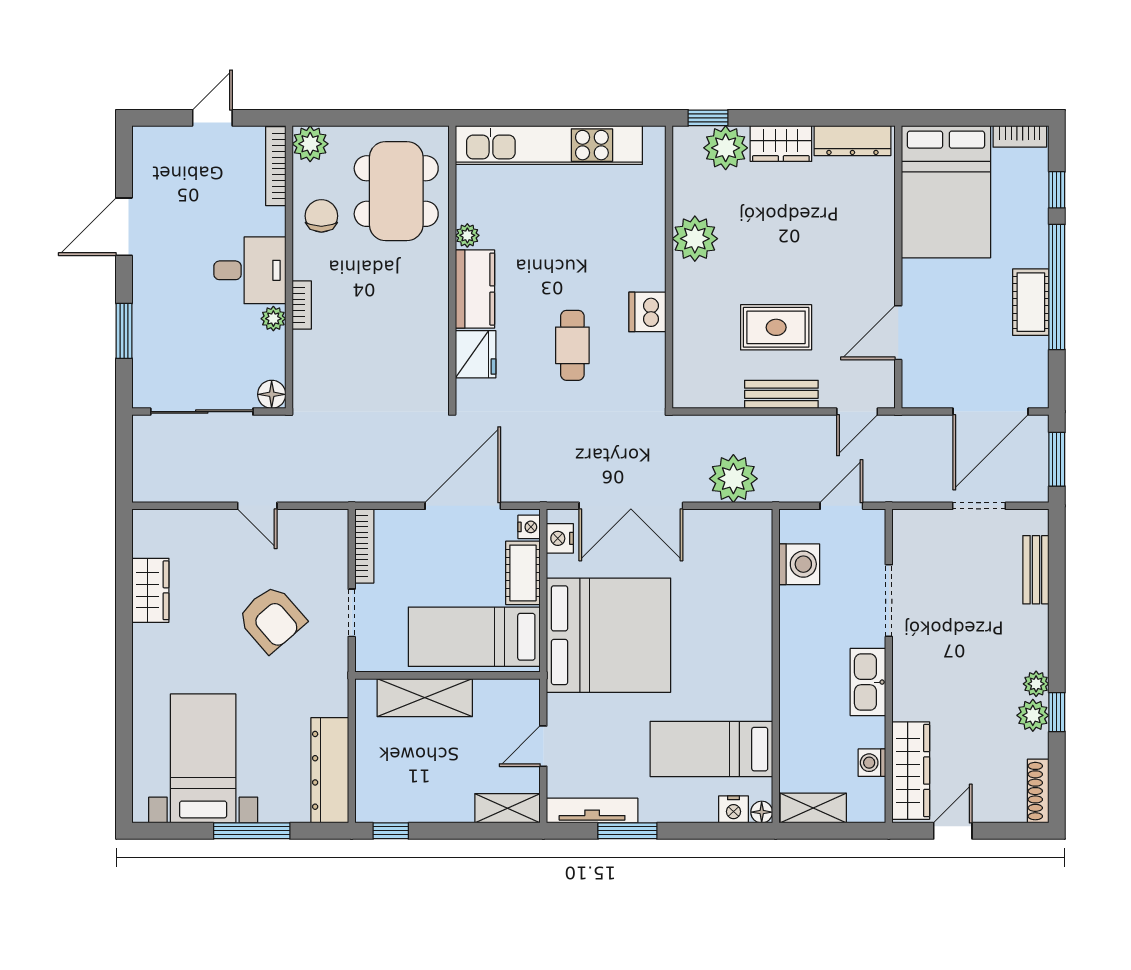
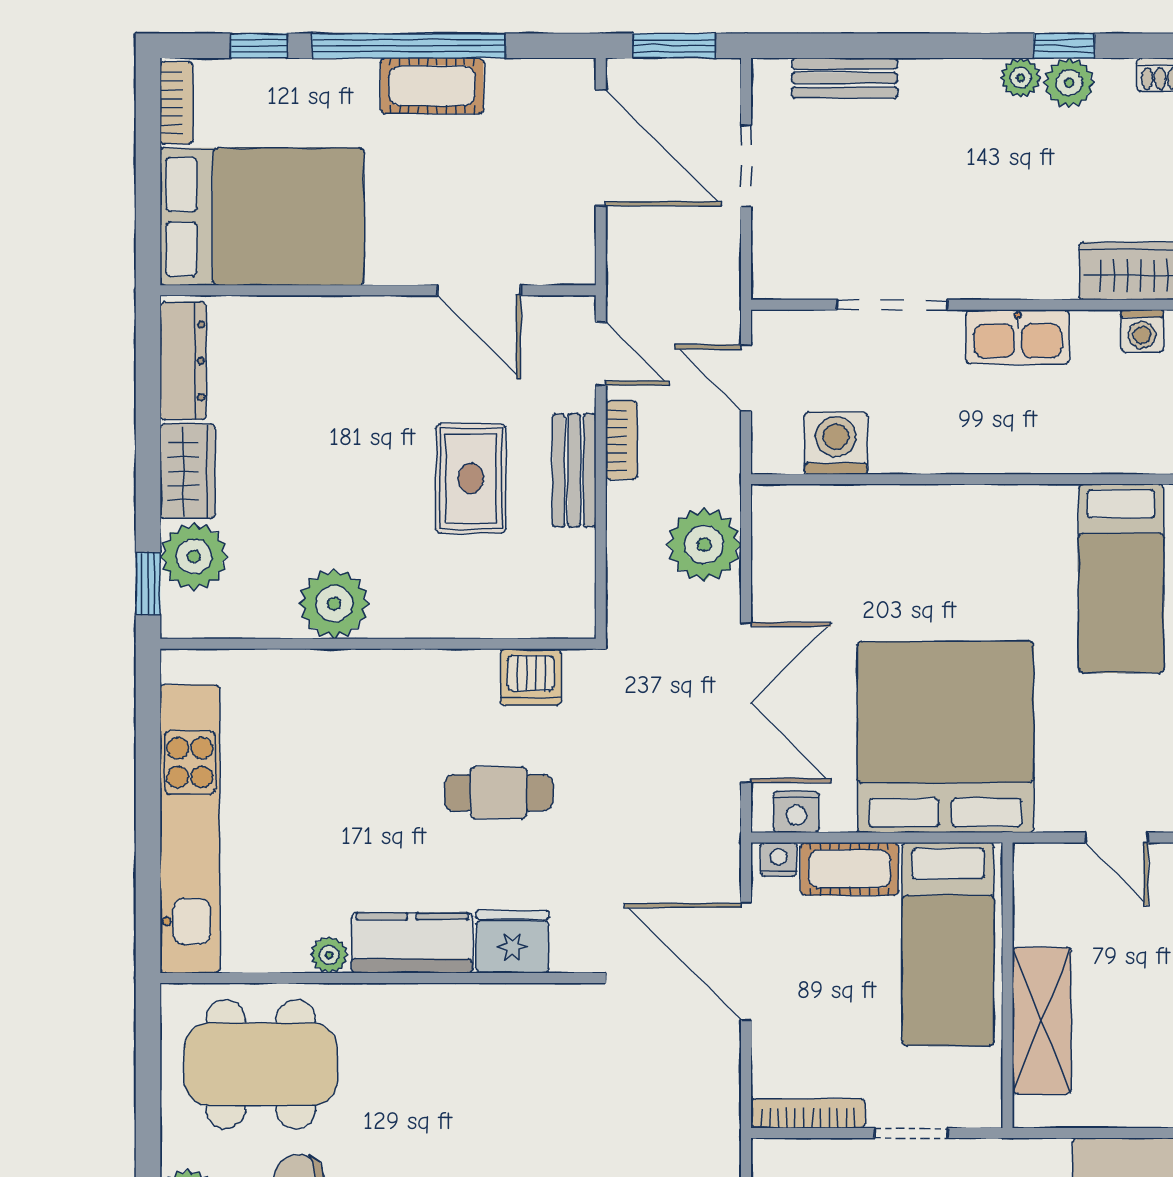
dishwasher: (647, 312) -> (531, 677), moved
bookcase: (801, 425) -> (621, 440), added

